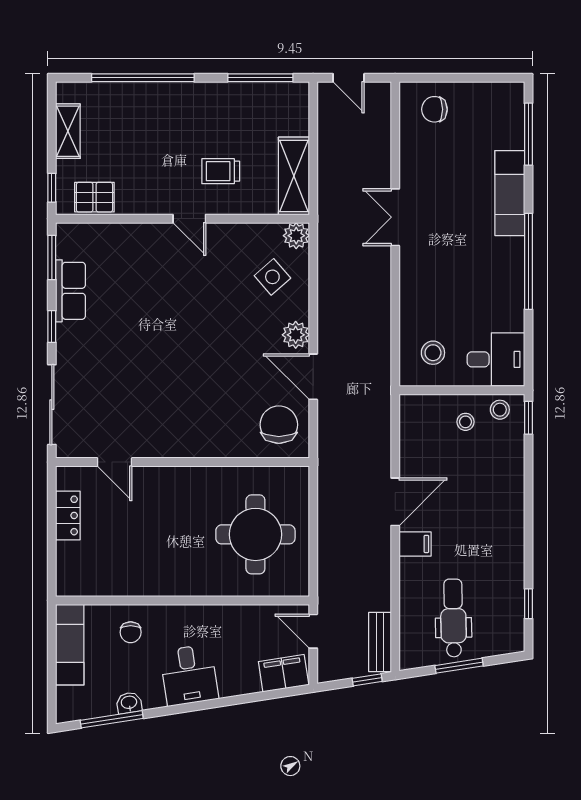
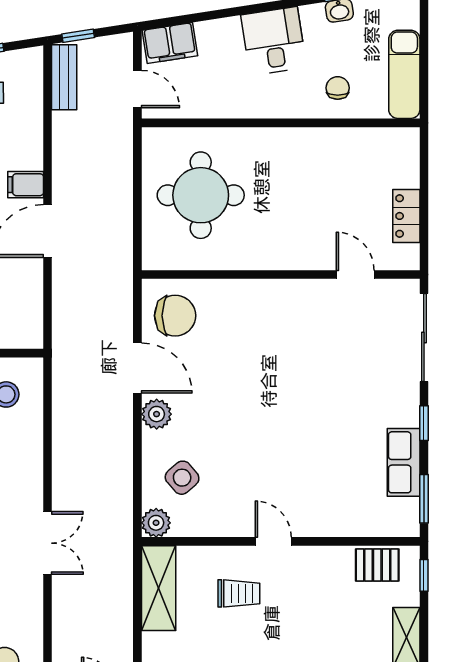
chair: (279, 425) -> (175, 316), turned -90

